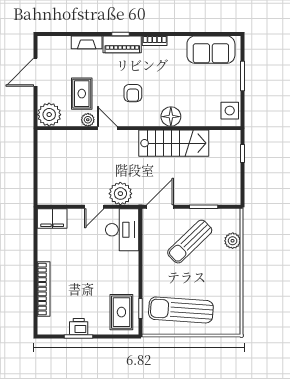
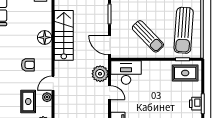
rug: (82, 94) -> (28, 101), turned 90
sun lounger: (190, 242) -> (148, 36), moved

